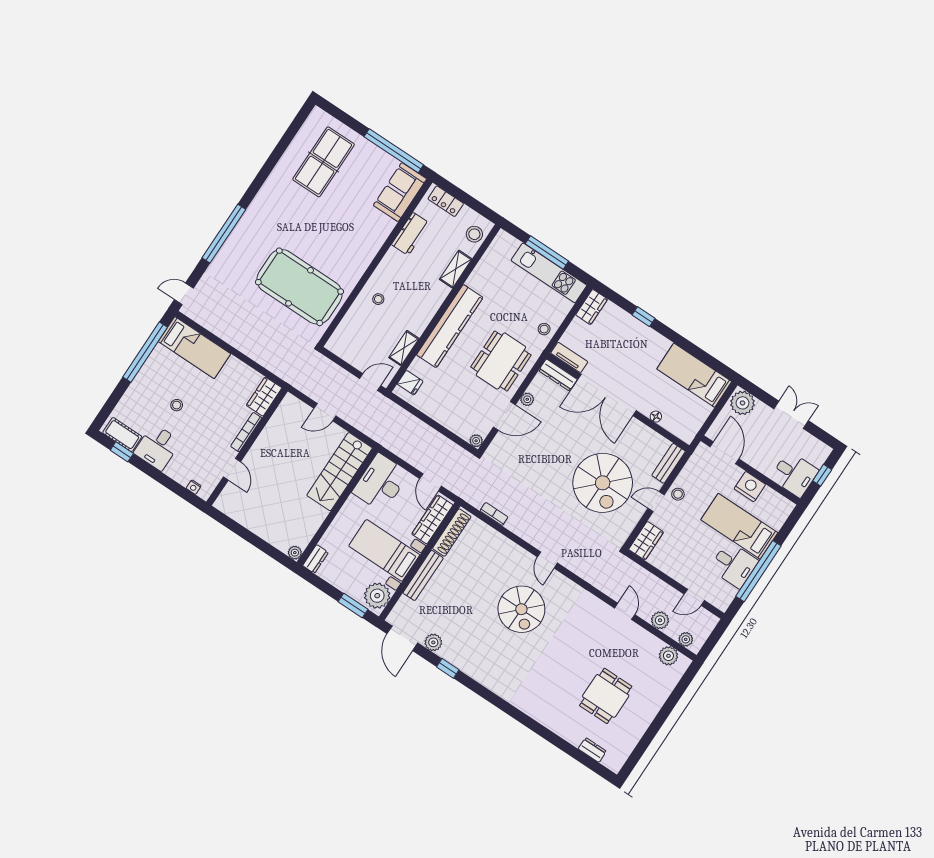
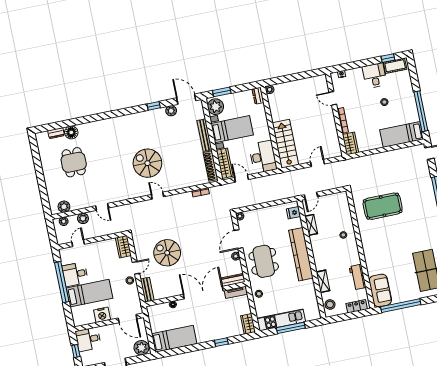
pool table: (300, 287) -> (383, 206), width x0.73, depth x0.76
spiral stairs: (603, 483) -> (167, 253), width x0.73, depth x0.73
floor lamp: (574, 733) -> (71, 132), added

